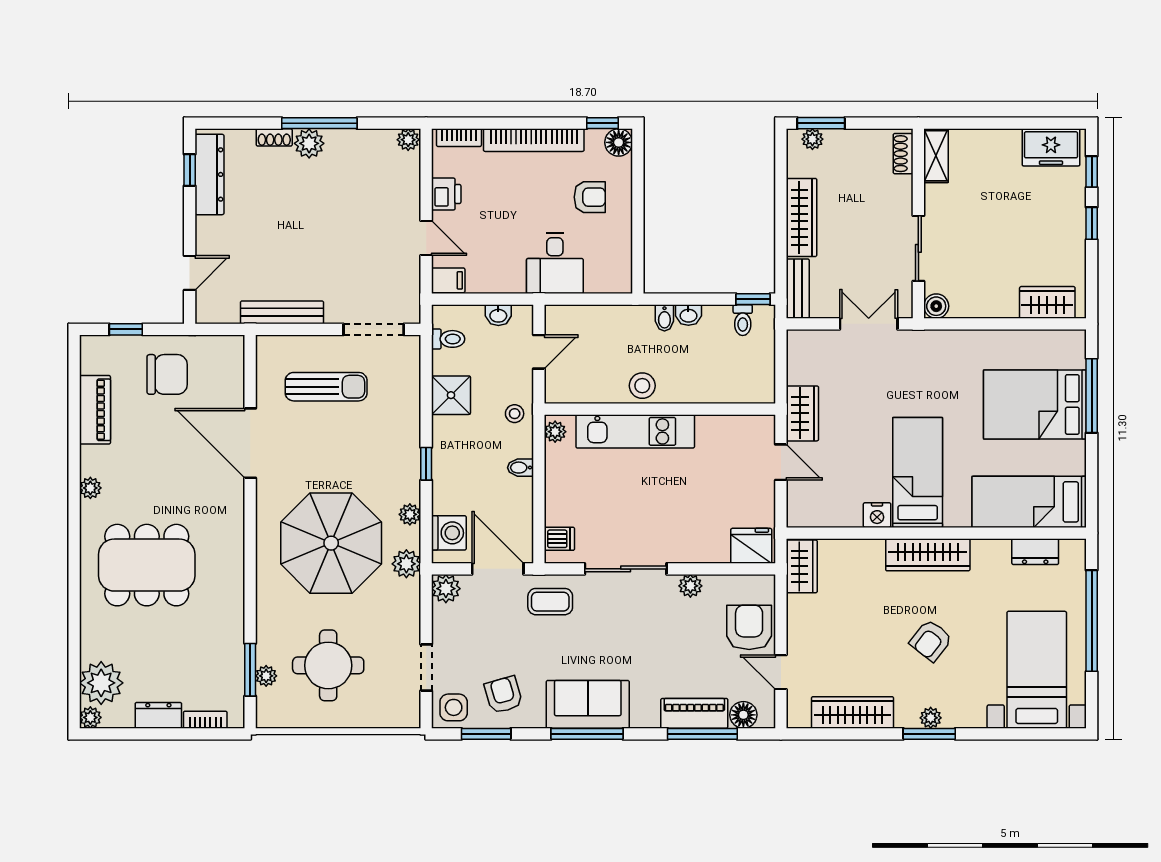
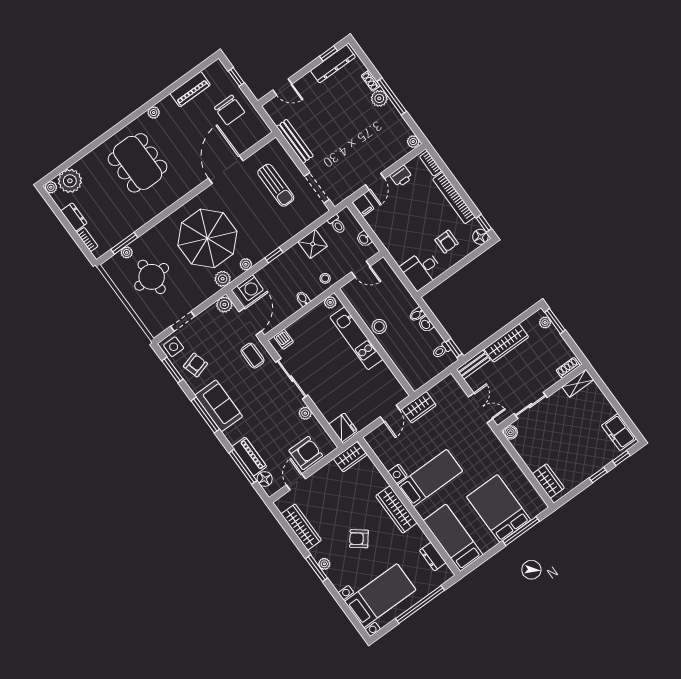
desk: (555, 263) -> (422, 270), moved

